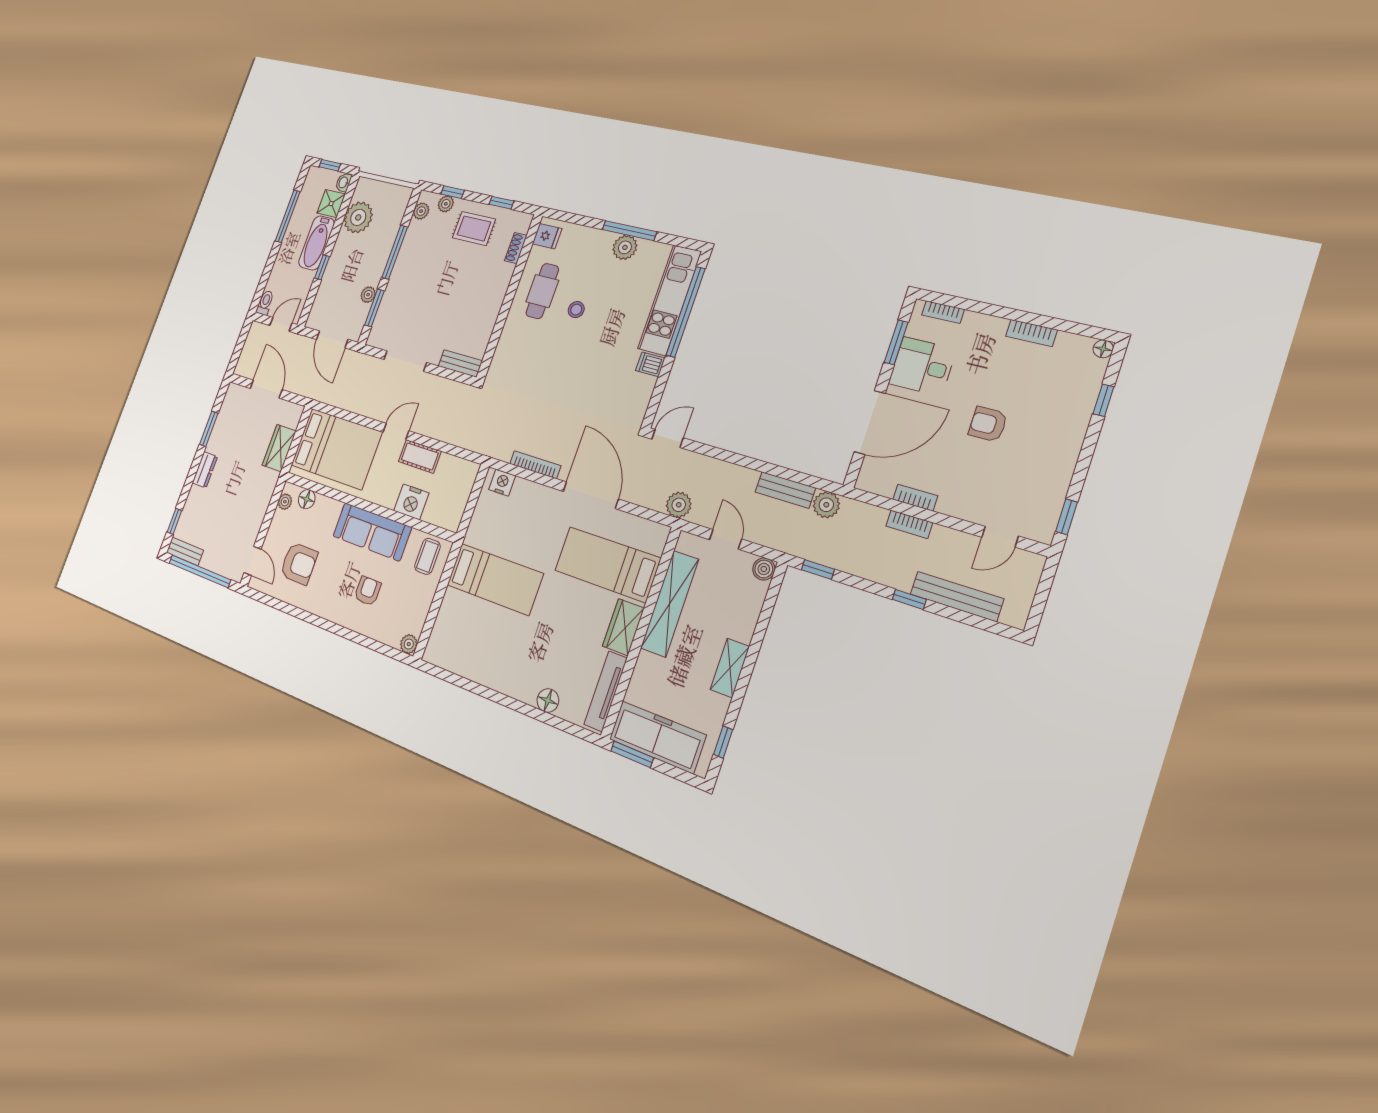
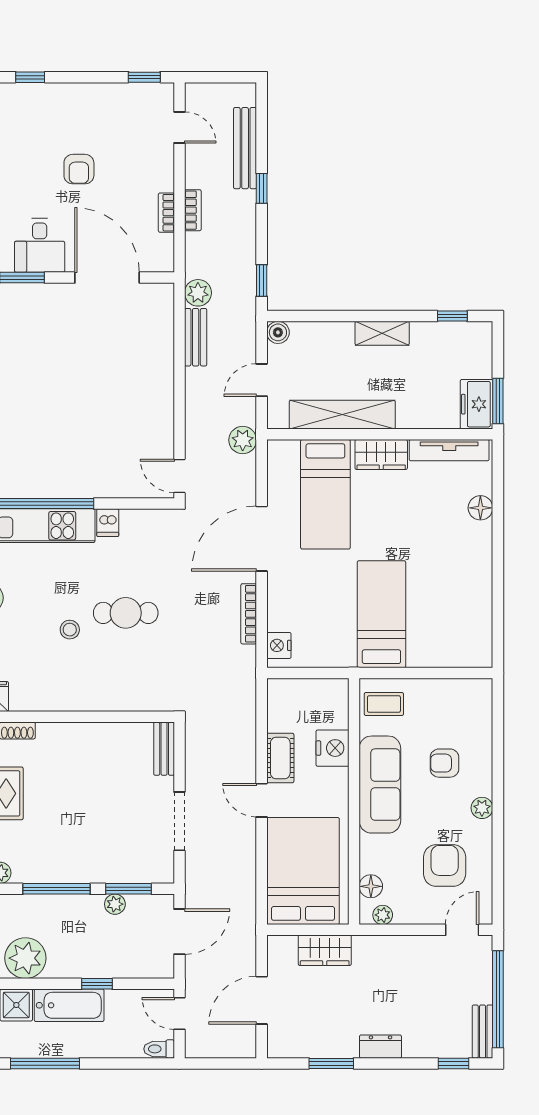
cafe table: (542, 291) -> (126, 613), moved
plant: (409, 644) -> (482, 808), moved
freezer: (657, 737) -> (477, 404), width x0.52, depth x0.79

